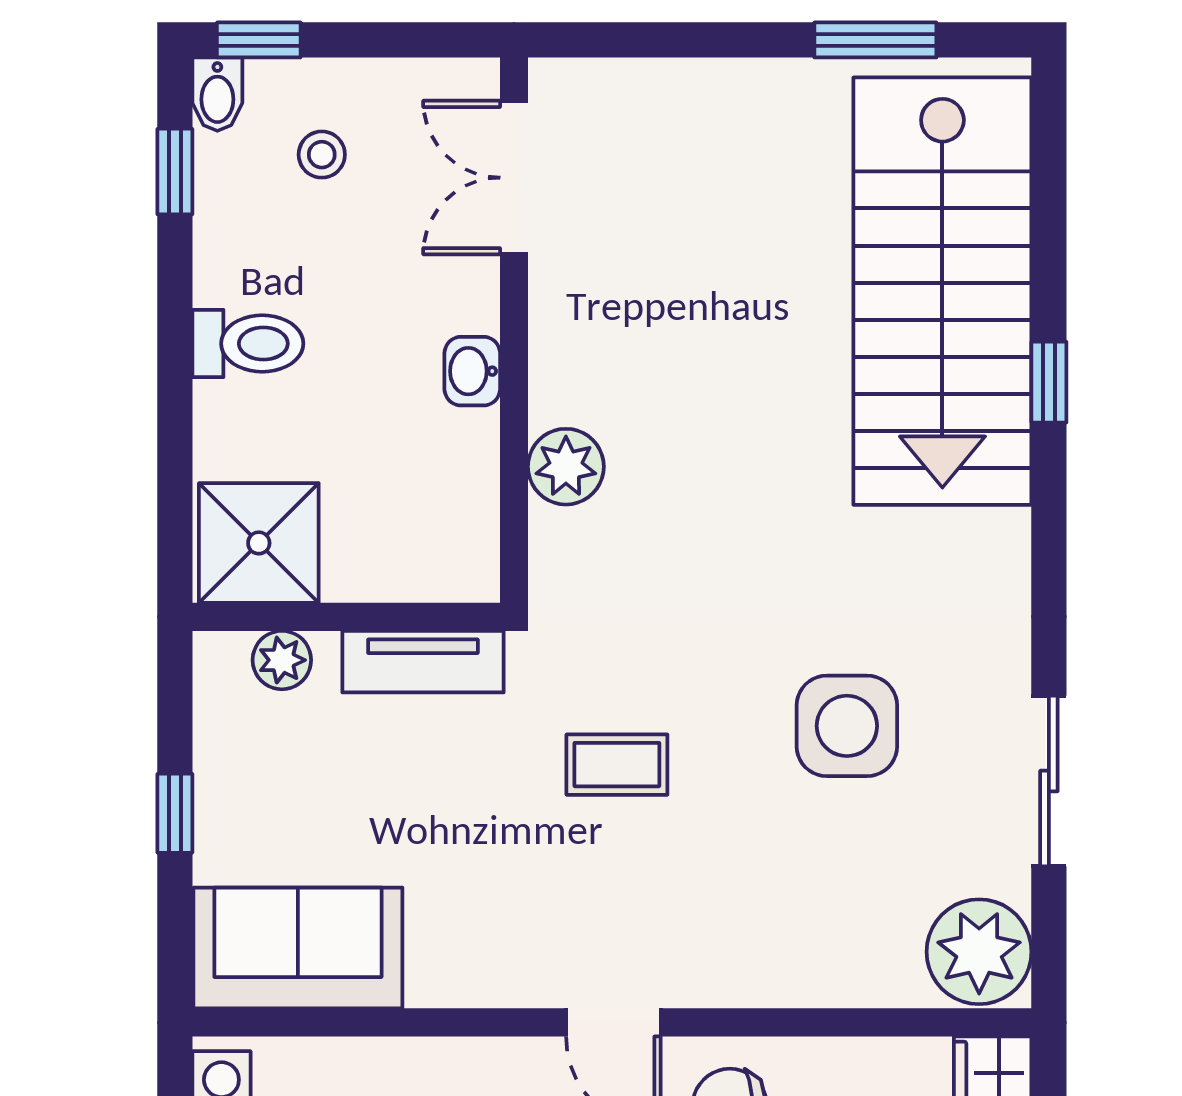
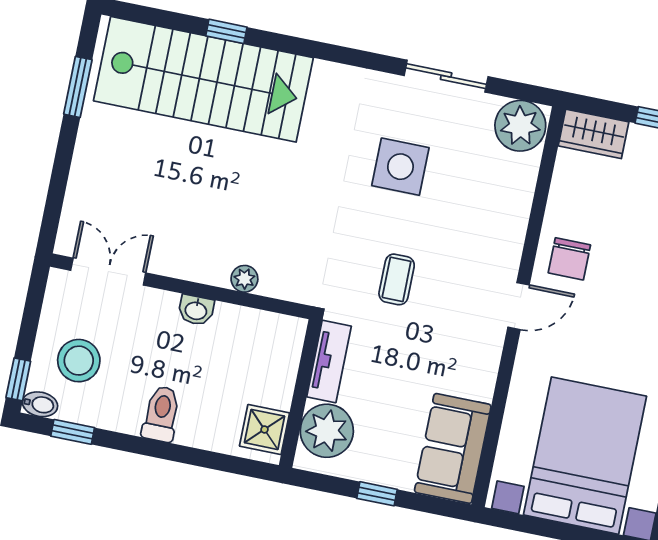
stool: (322, 155) -> (79, 361), width x1.89, depth x1.89
double door: (514, 178) -> (108, 272), swing flipped
window: (1049, 382) -> (226, 31), moved
plant: (566, 467) -> (244, 279), width x0.73, depth x0.73
shower: (259, 543) -> (264, 429), width x0.73, depth x0.73
plant: (282, 660) -> (327, 431), width x1.88, depth x1.88

